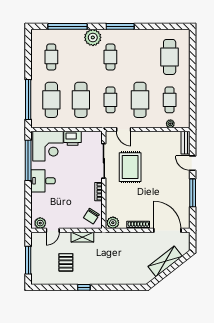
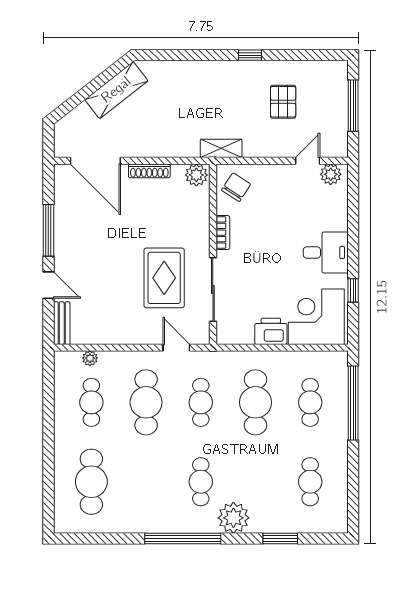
window: (67, 26) -> (280, 538), width x0.47
window: (120, 26) -> (183, 538), width x1.46
cafe table: (51, 100) -> (310, 402), width x0.73, depth x0.74
window: (28, 160) -> (353, 290), width x0.32
shelving: (82, 237) -> (221, 148), moved
shelving: (165, 261) -> (116, 90), moved

